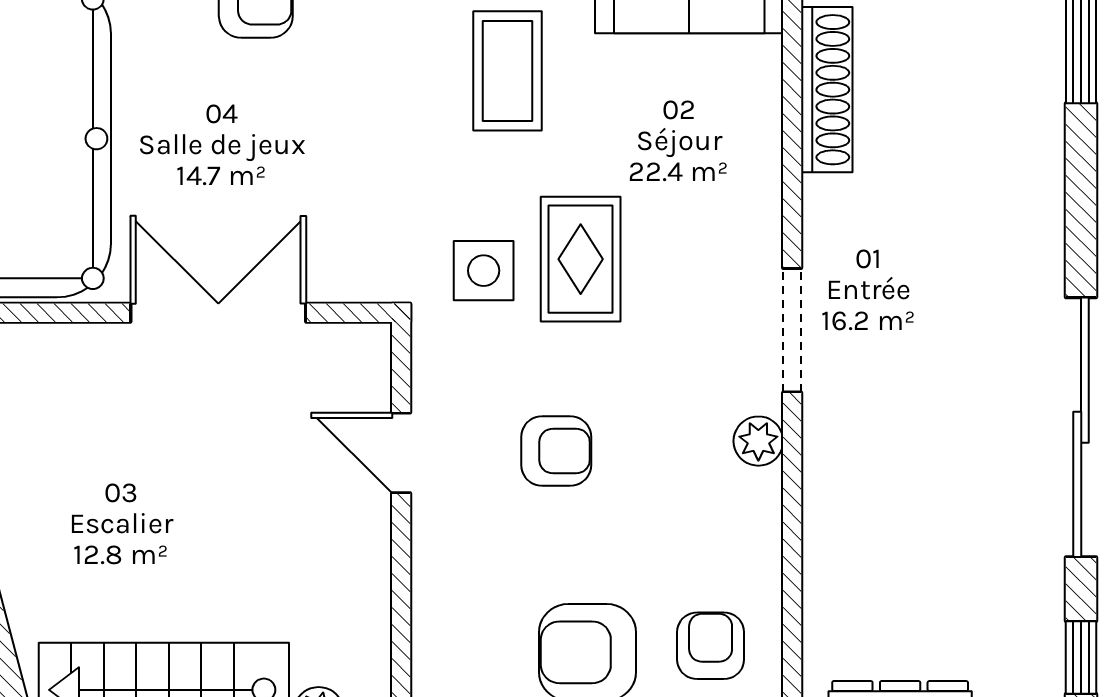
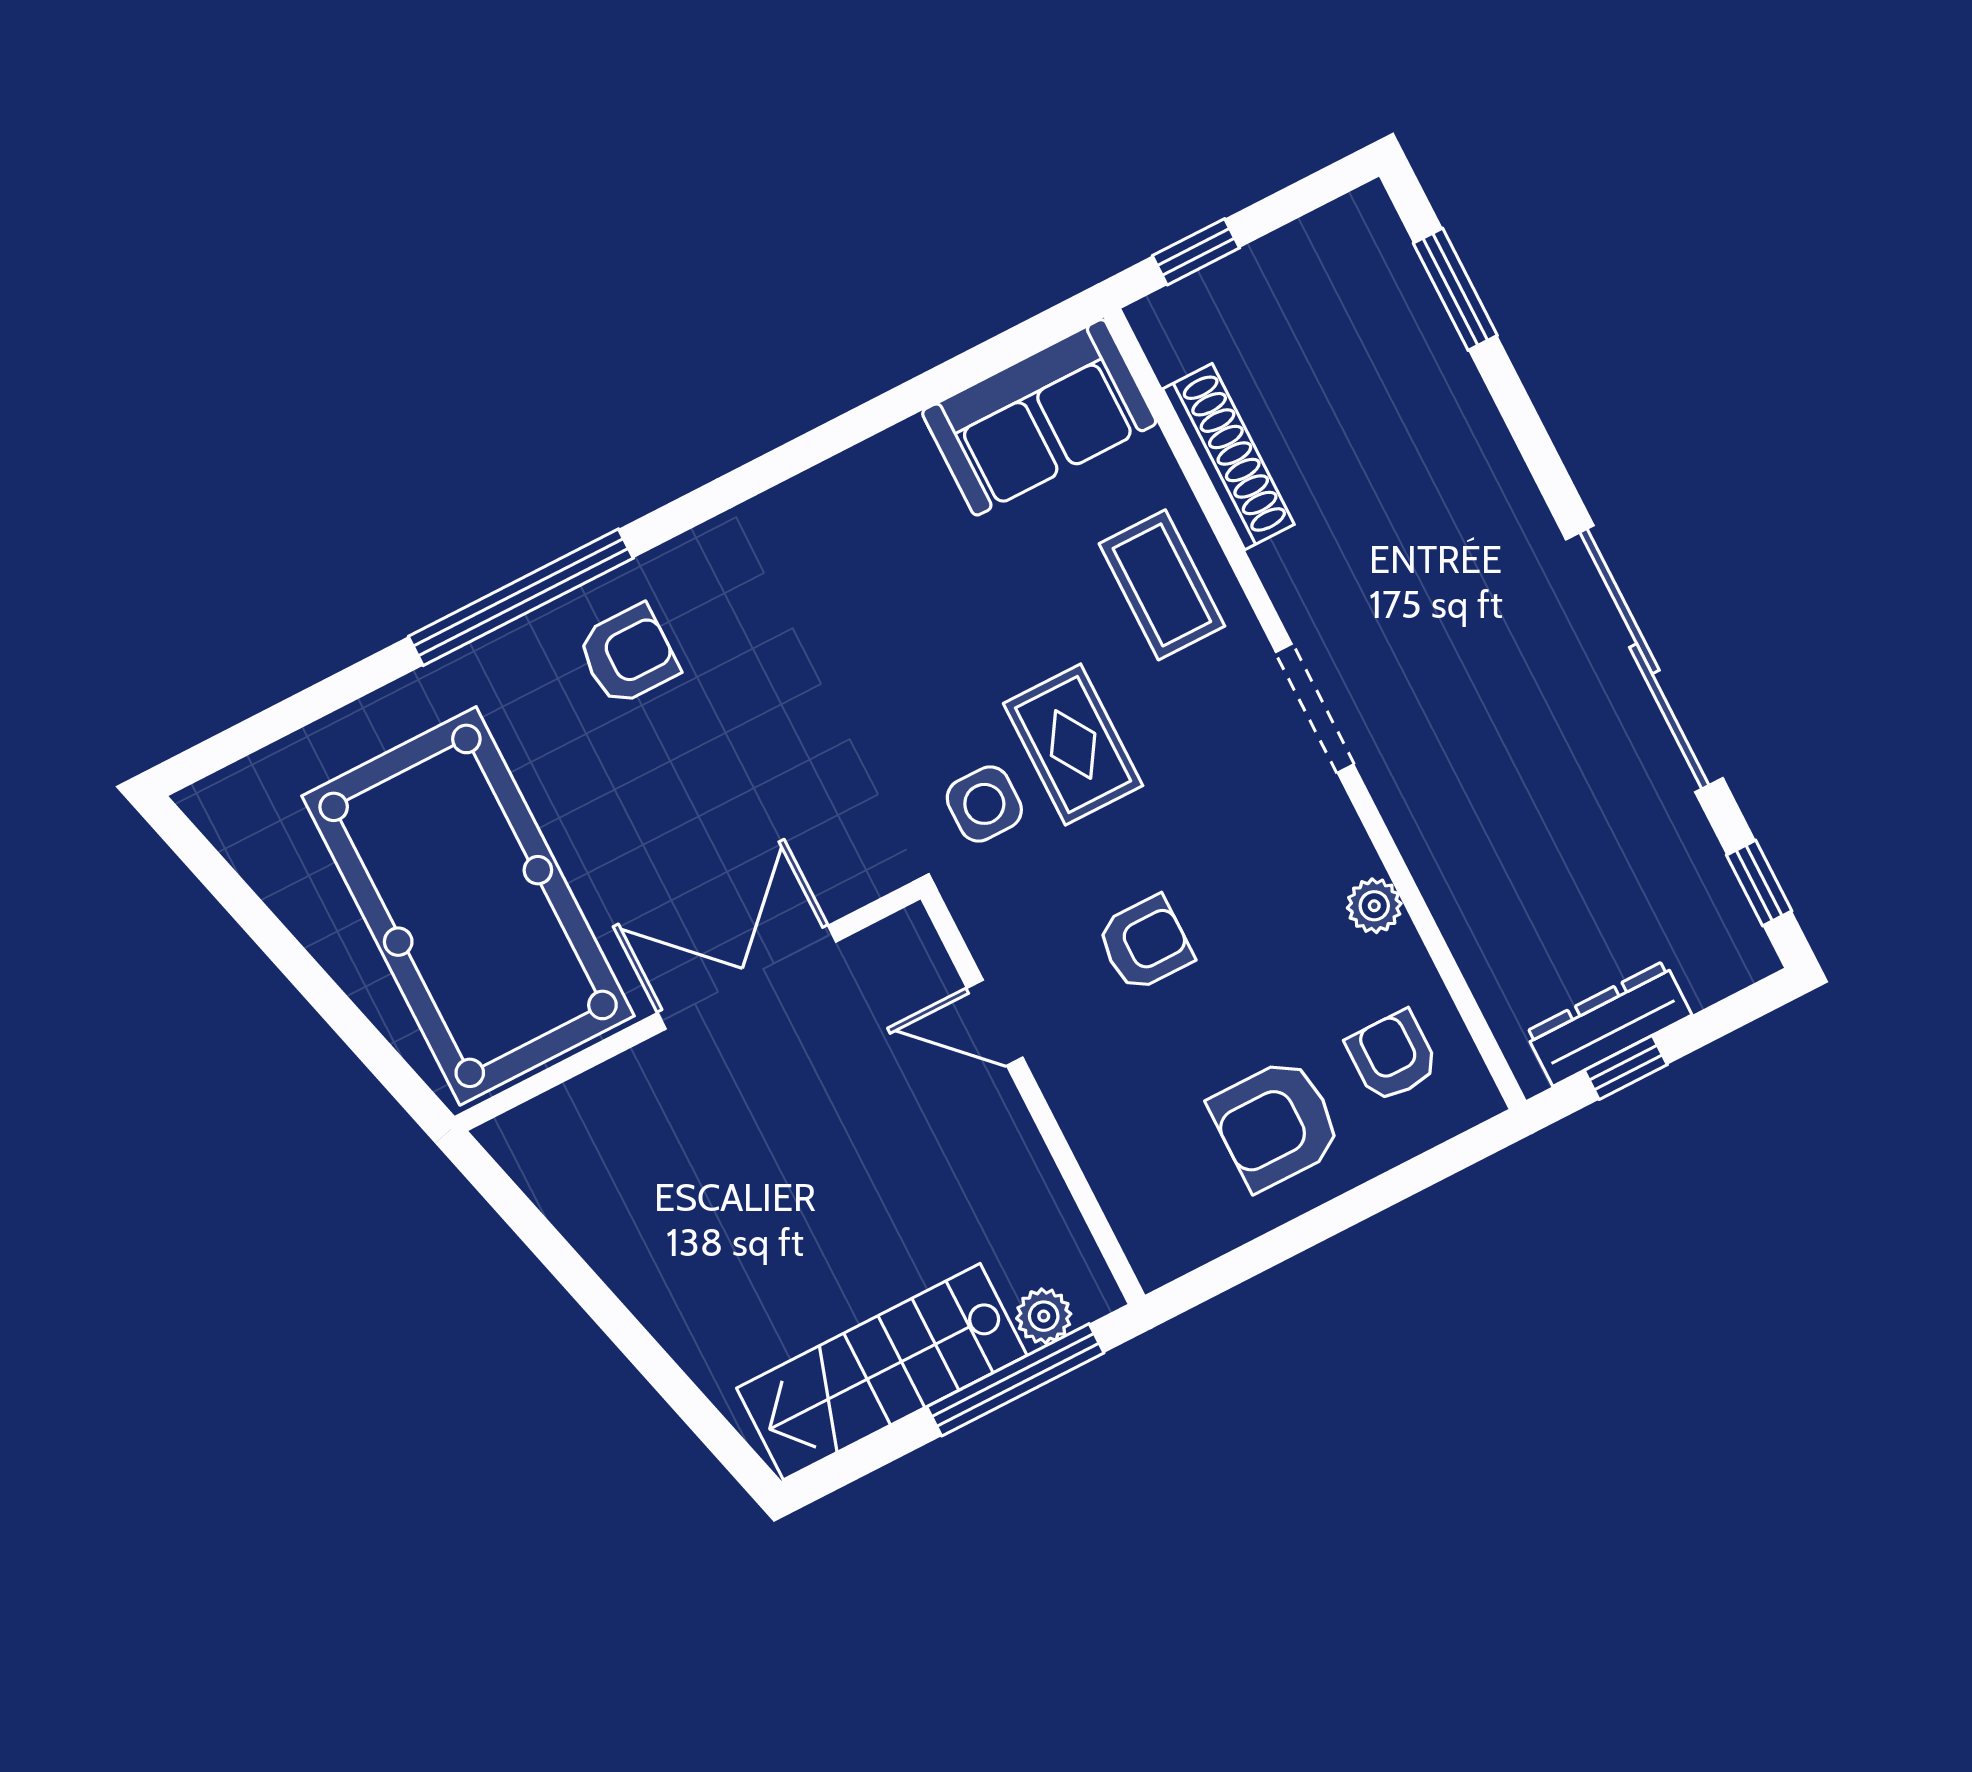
coffee table: (507, 71) -> (1162, 585), moved
plant: (758, 441) -> (1374, 906), moved

